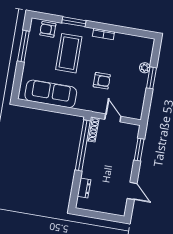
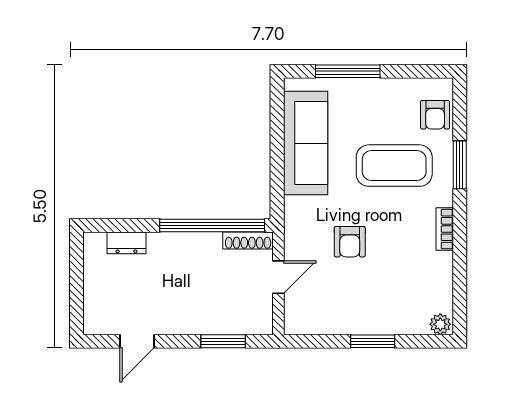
armchair: (48, 29) -> (435, 115), turned 180
window: (23, 46) -> (348, 71), moved
plant: (145, 68) -> (440, 324), moved

